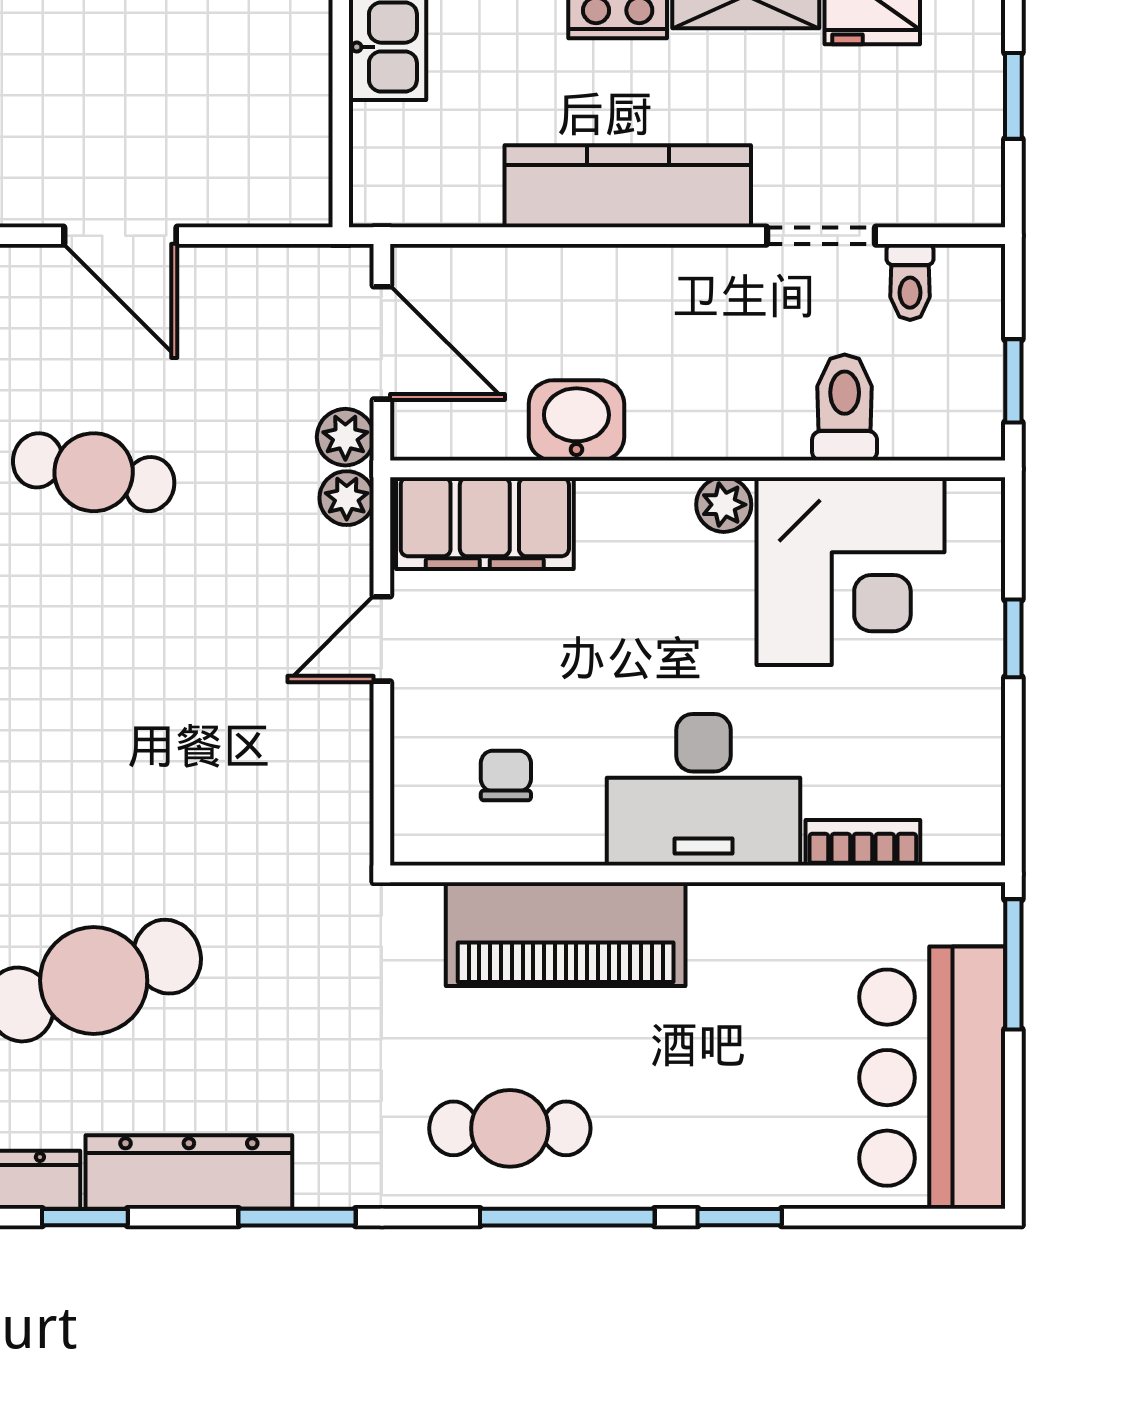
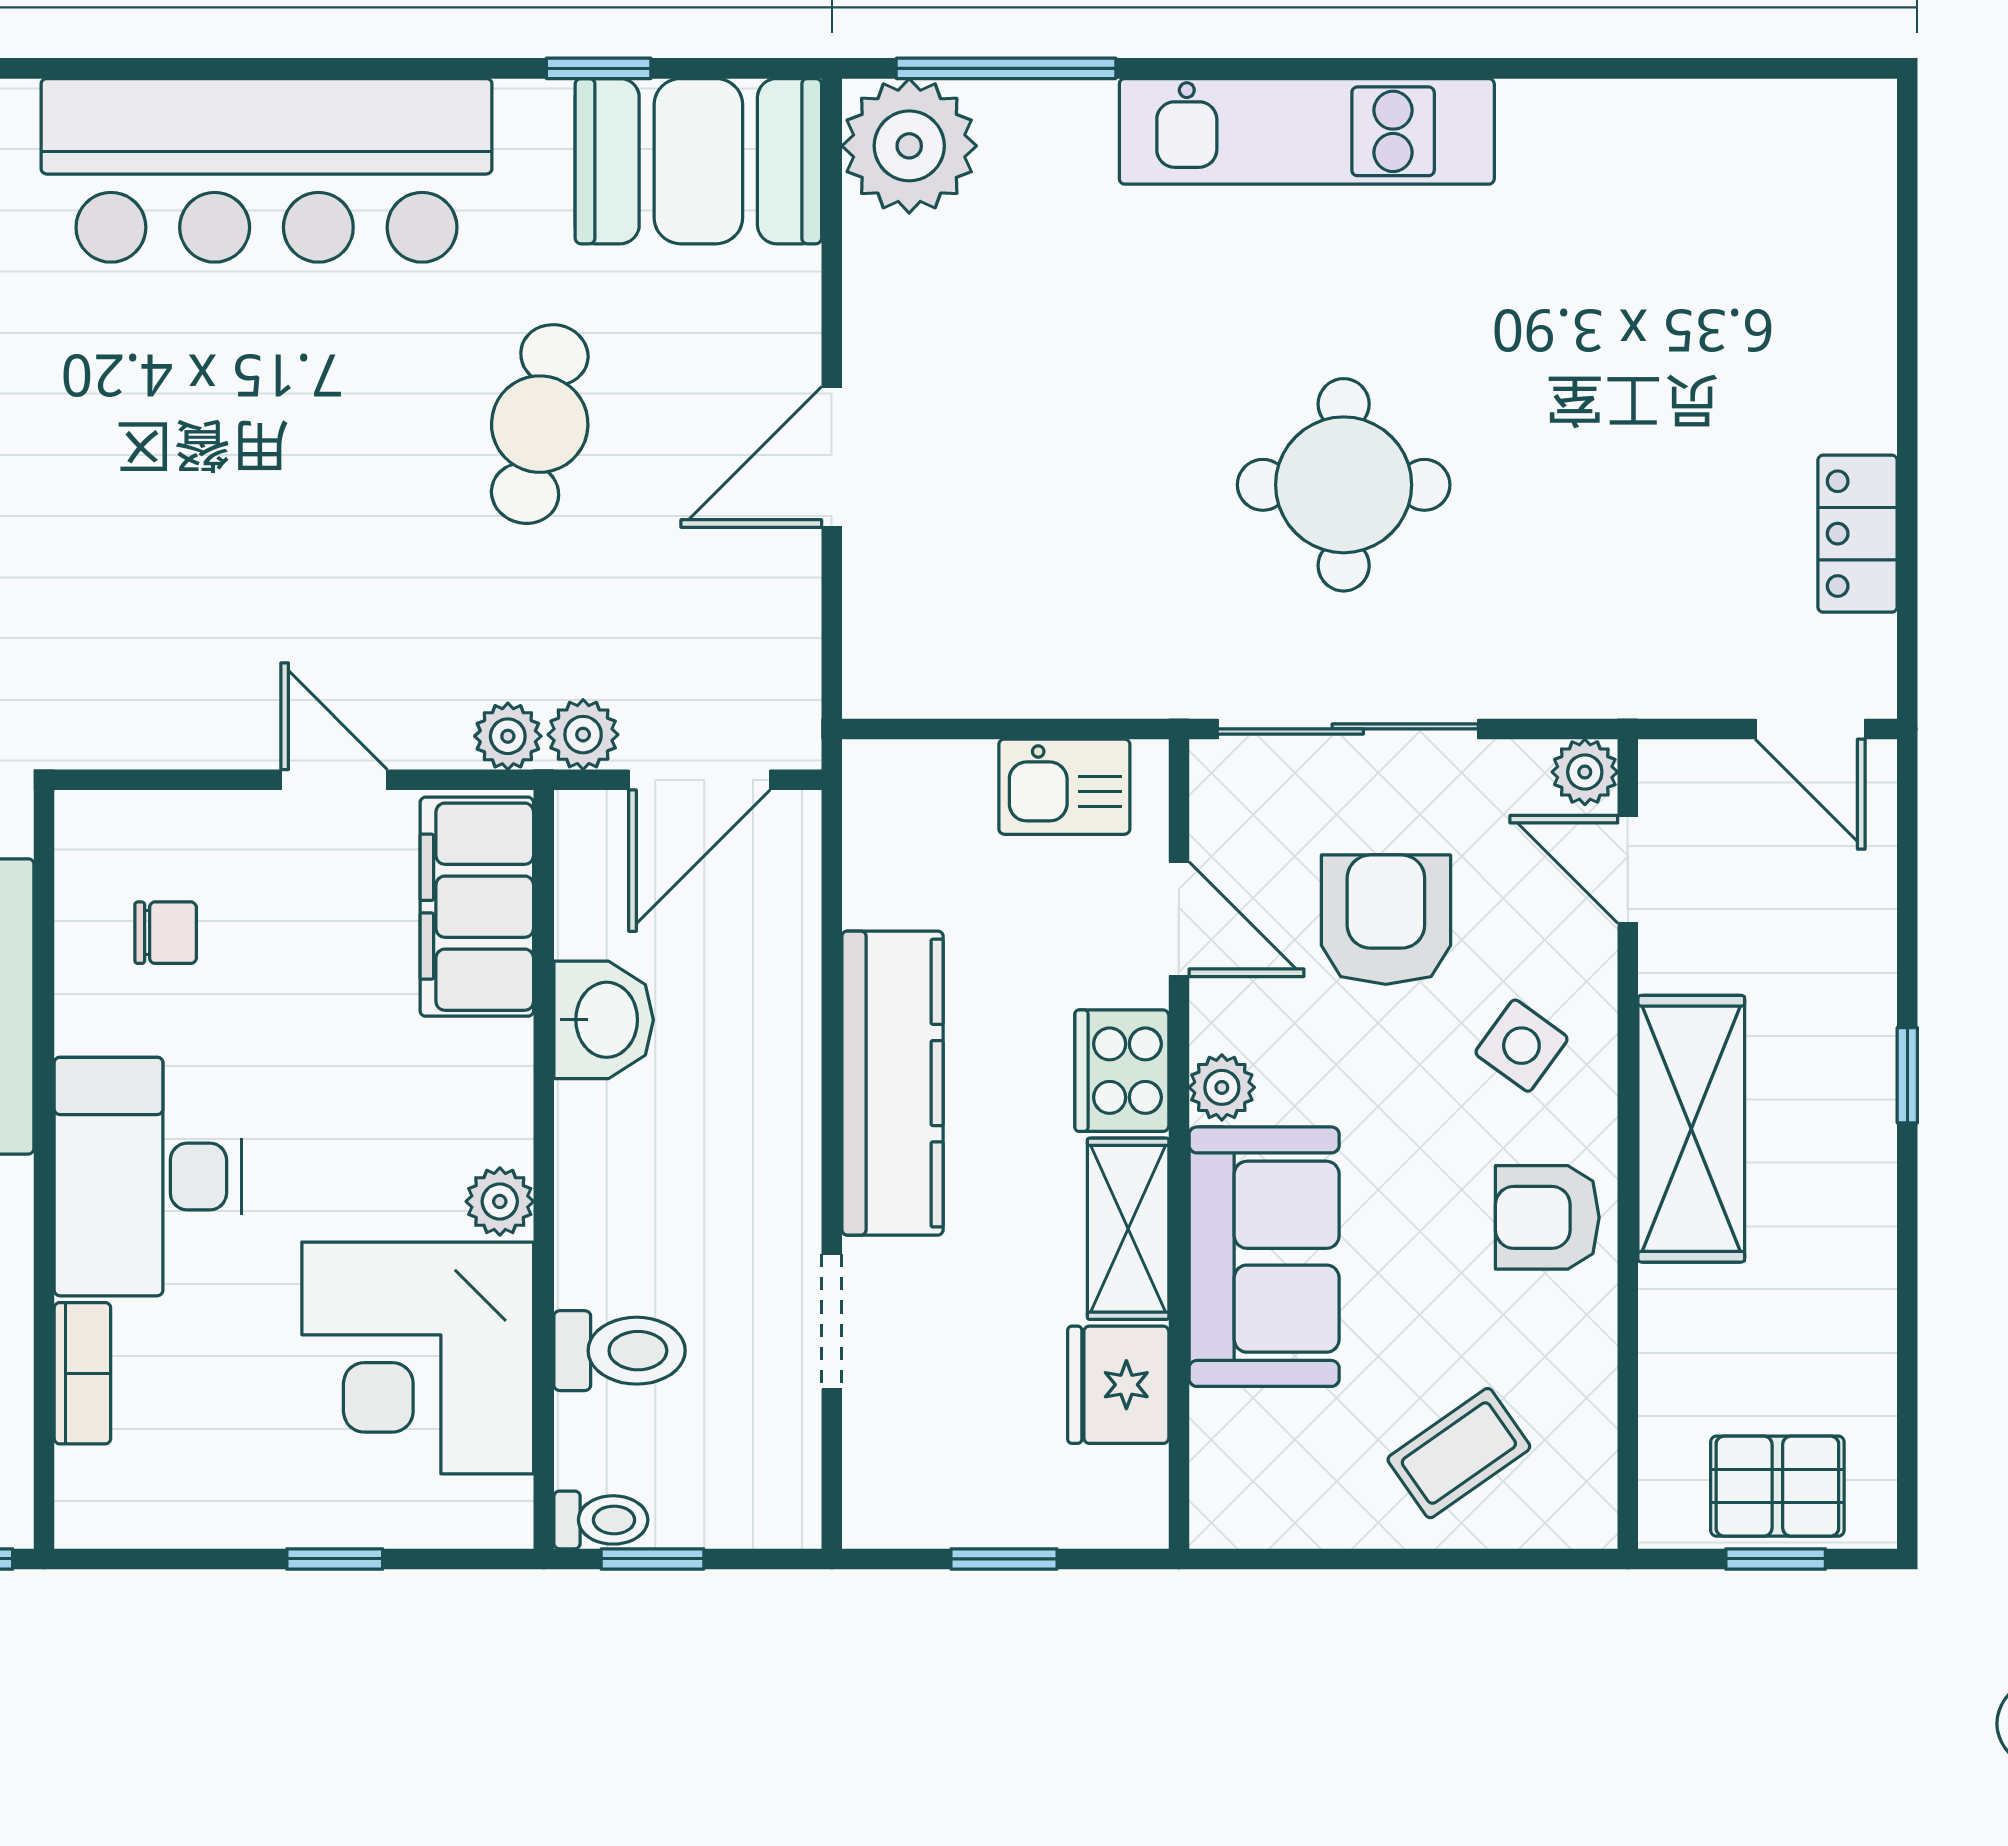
toilet: (910, 282) -> (601, 1520), moved, turned 180

